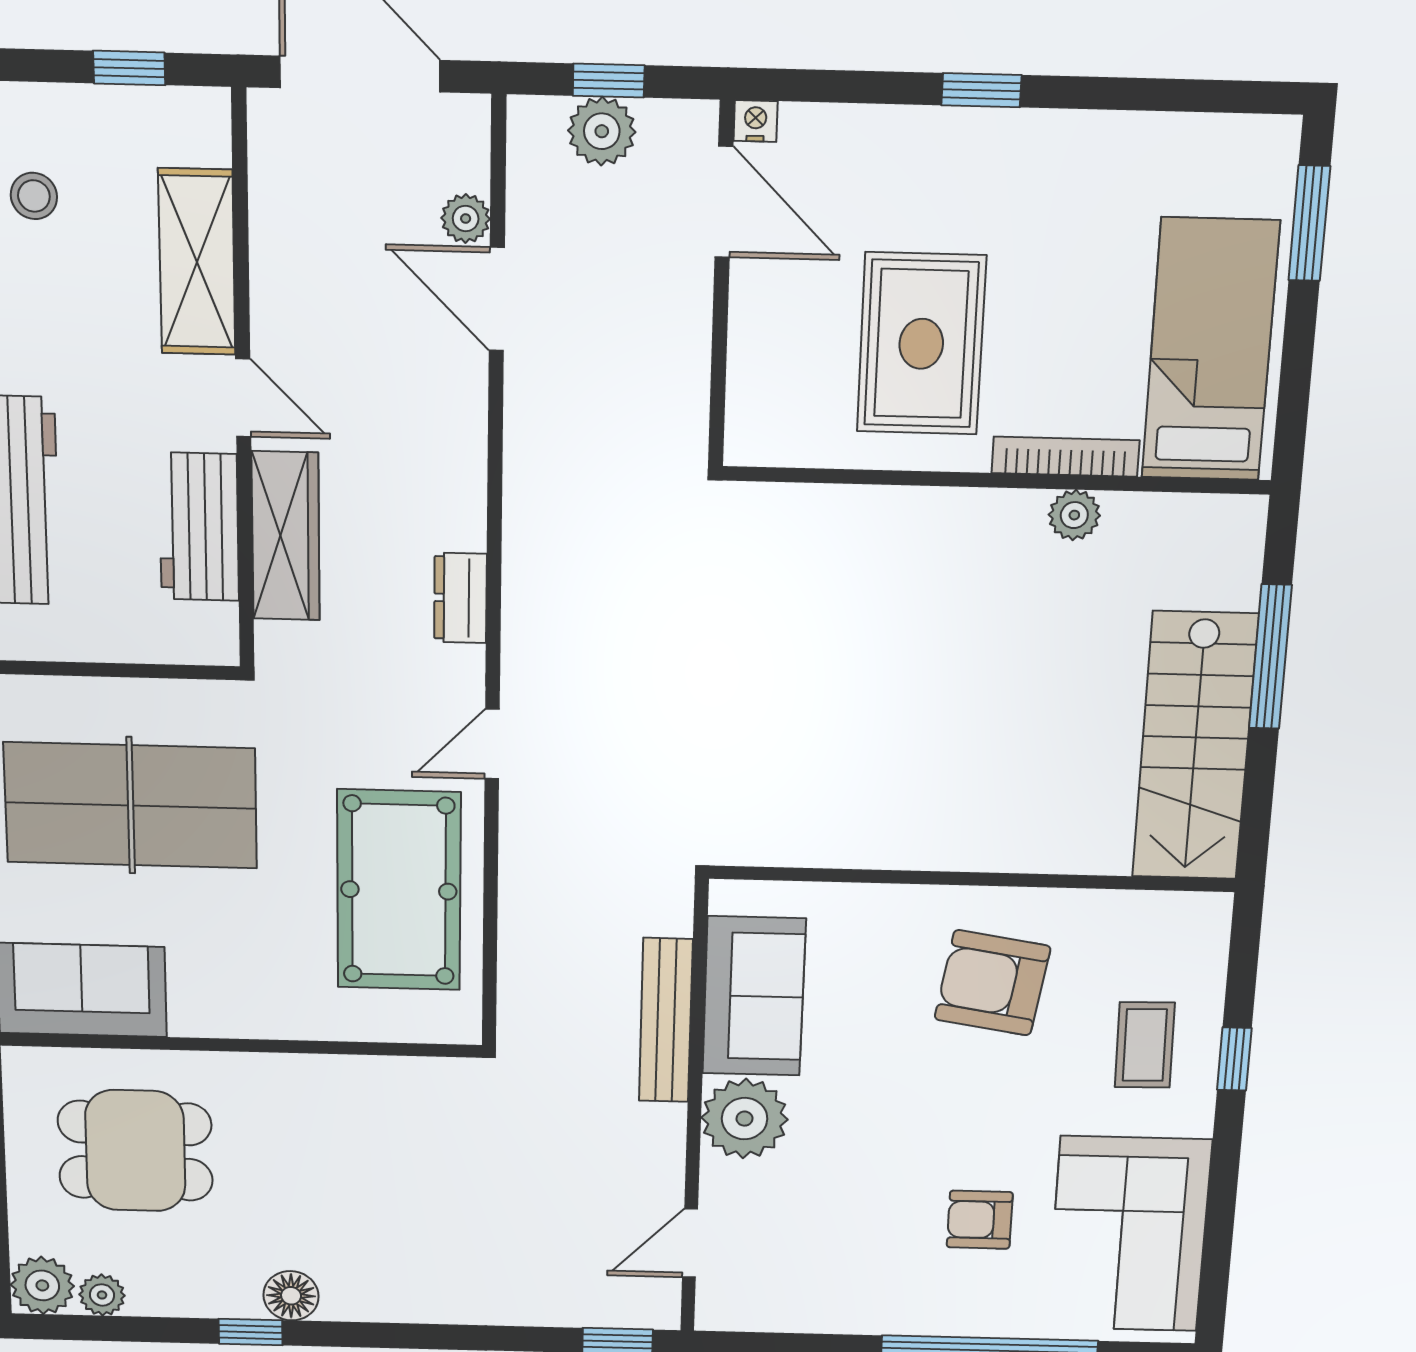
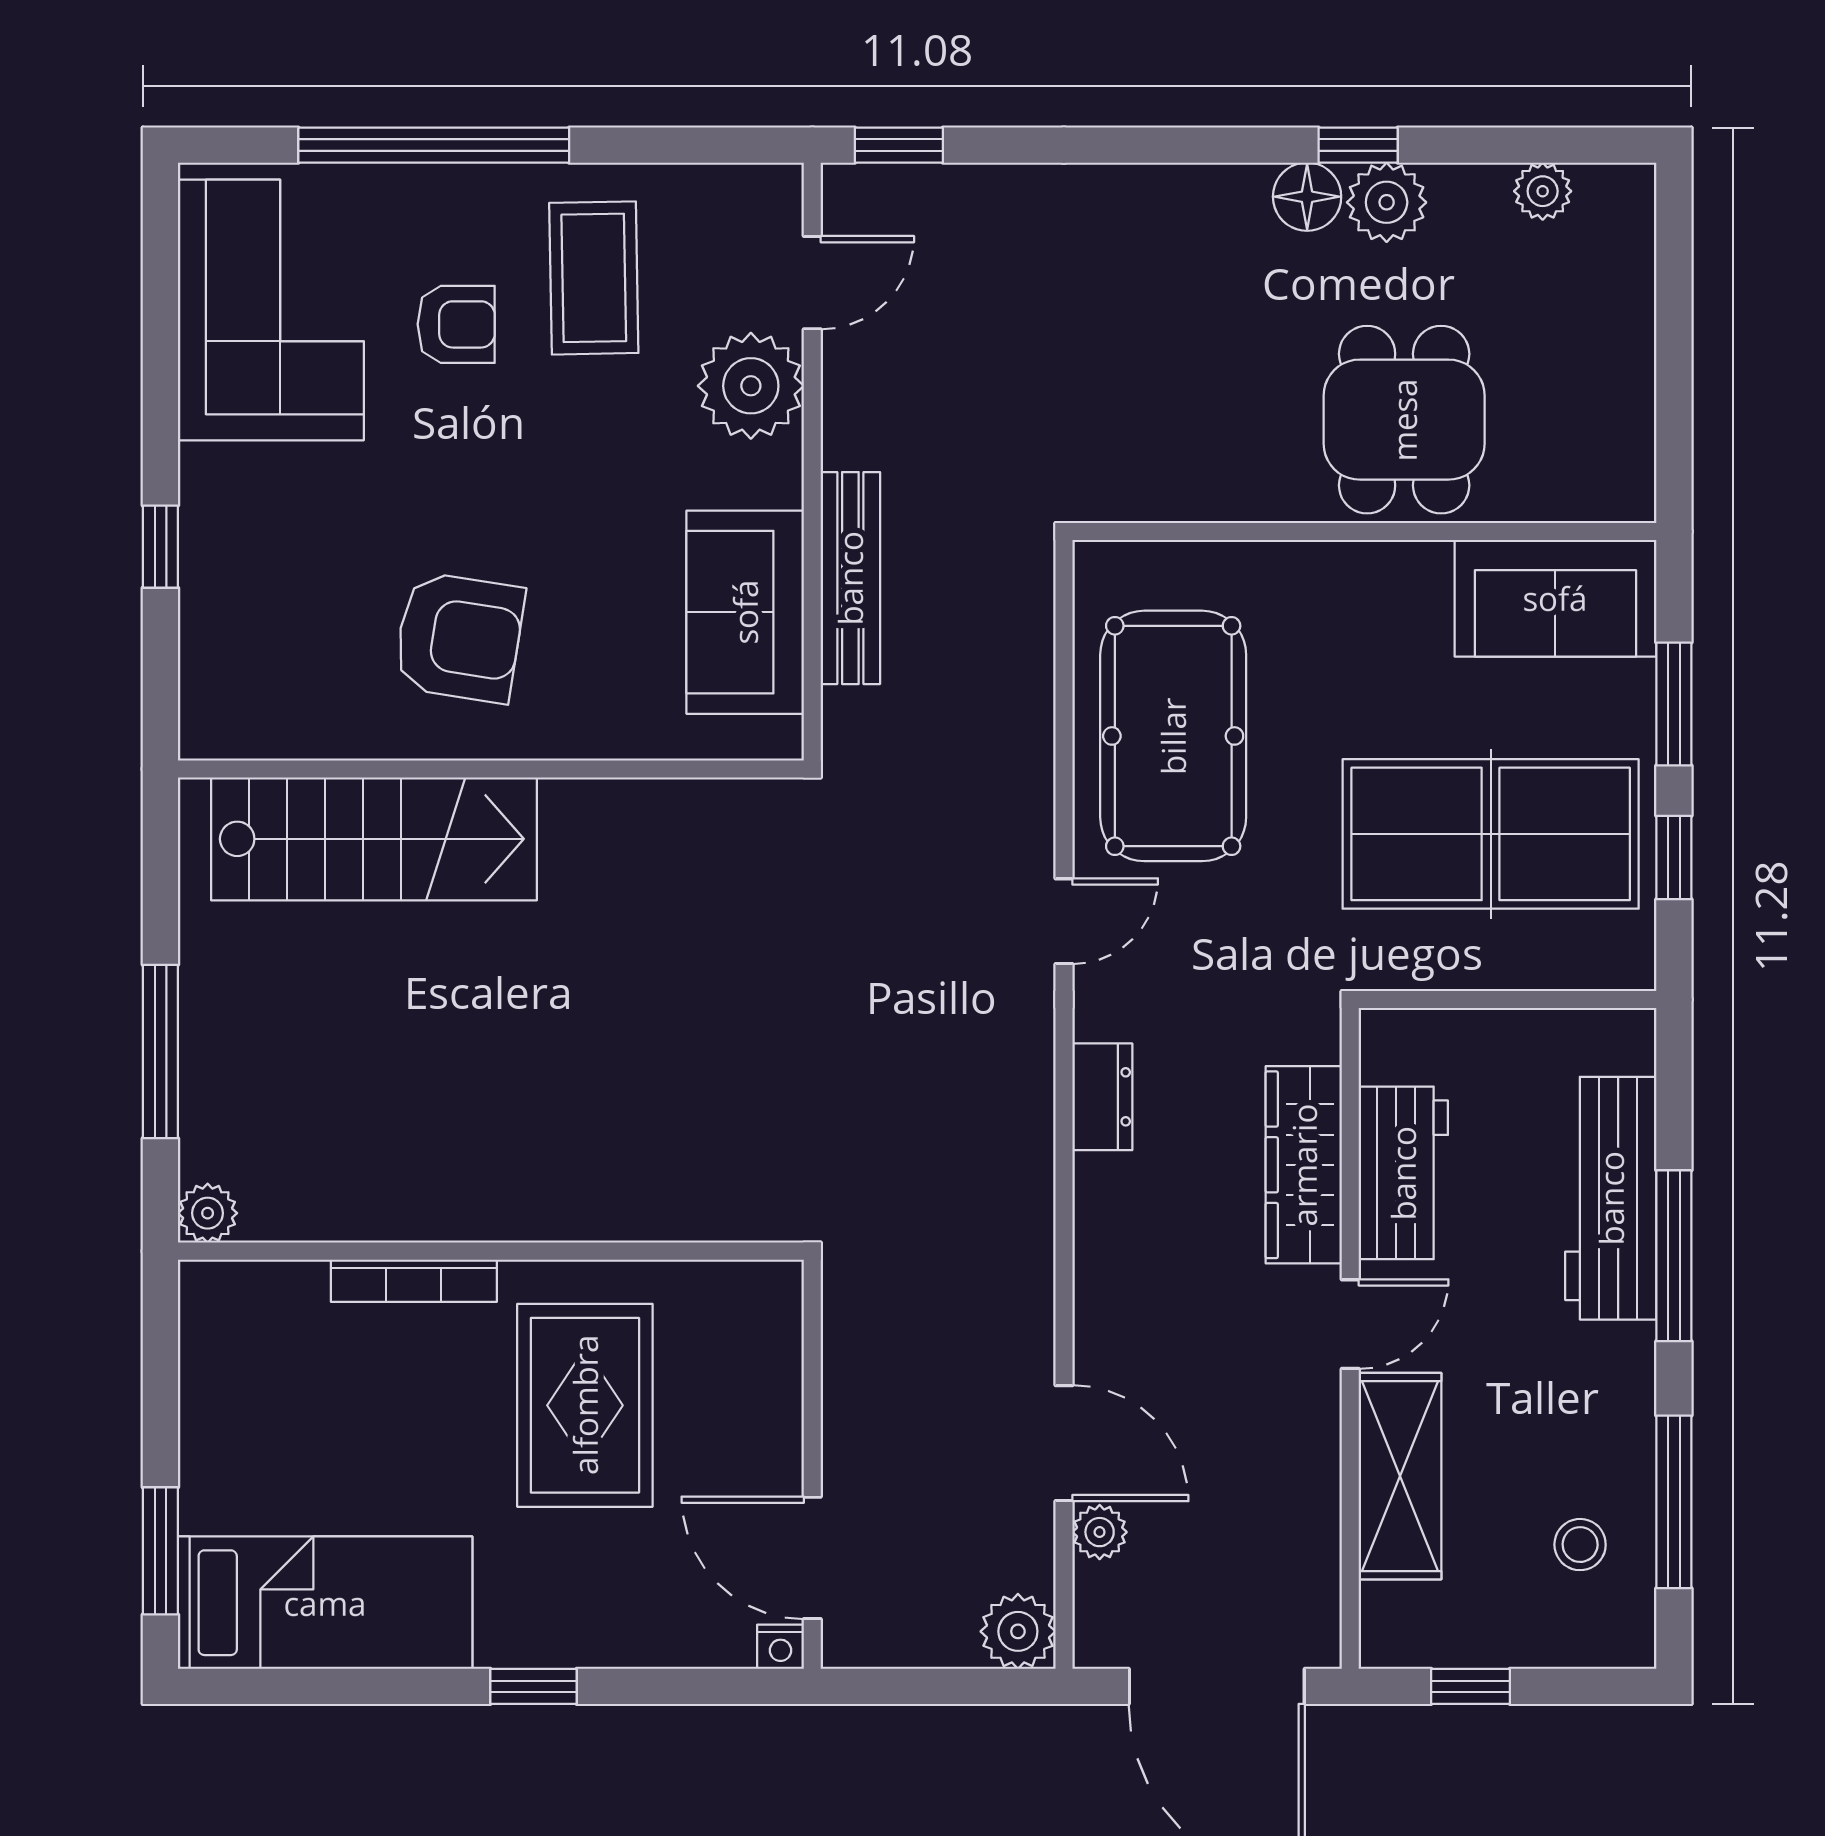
window: (609, 80) -> (943, 1686), removed
plant: (602, 131) -> (1018, 1631), moved
bed: (1210, 350) -> (325, 1603), moved, turned -90
door: (243, 398) -> (1350, 1324), swing flipped
plant: (1074, 515) -> (208, 1213), moved
stairs: (1195, 746) -> (374, 839), moved, turned 90
coffee table: (1145, 1045) -> (594, 278), moved, width x1.36, depth x1.30
plant: (745, 1119) -> (751, 386), moved
dining table: (135, 1151) -> (1404, 420), moved, turned 90
plant: (42, 1285) -> (1387, 202), moved

